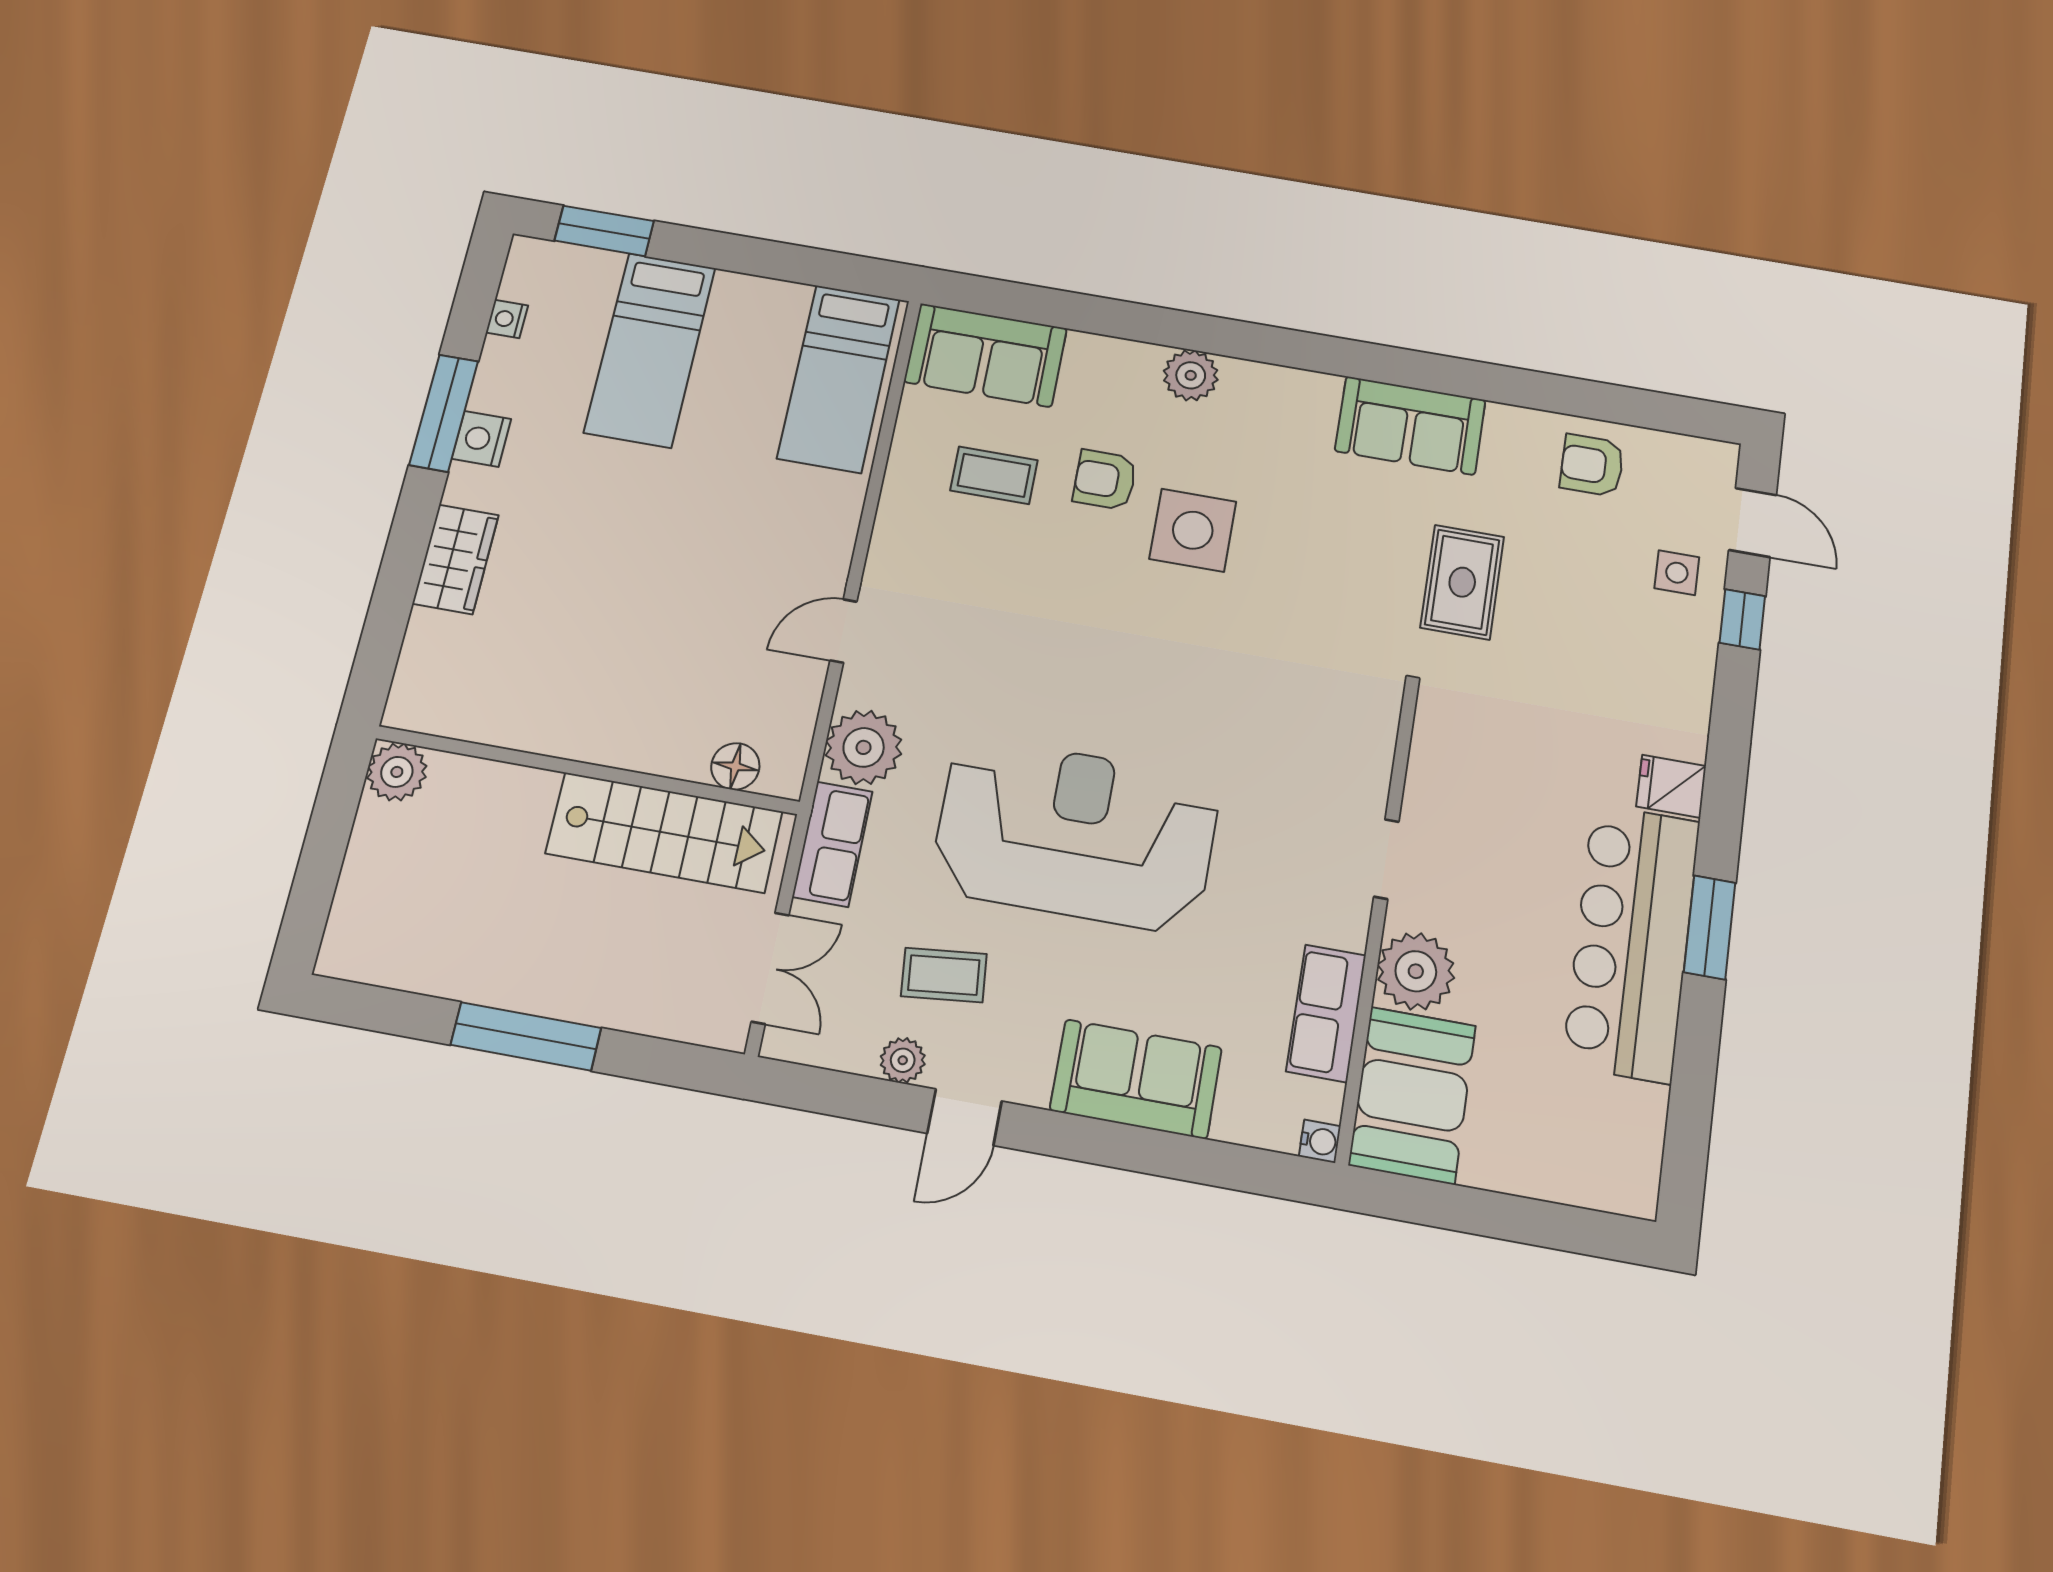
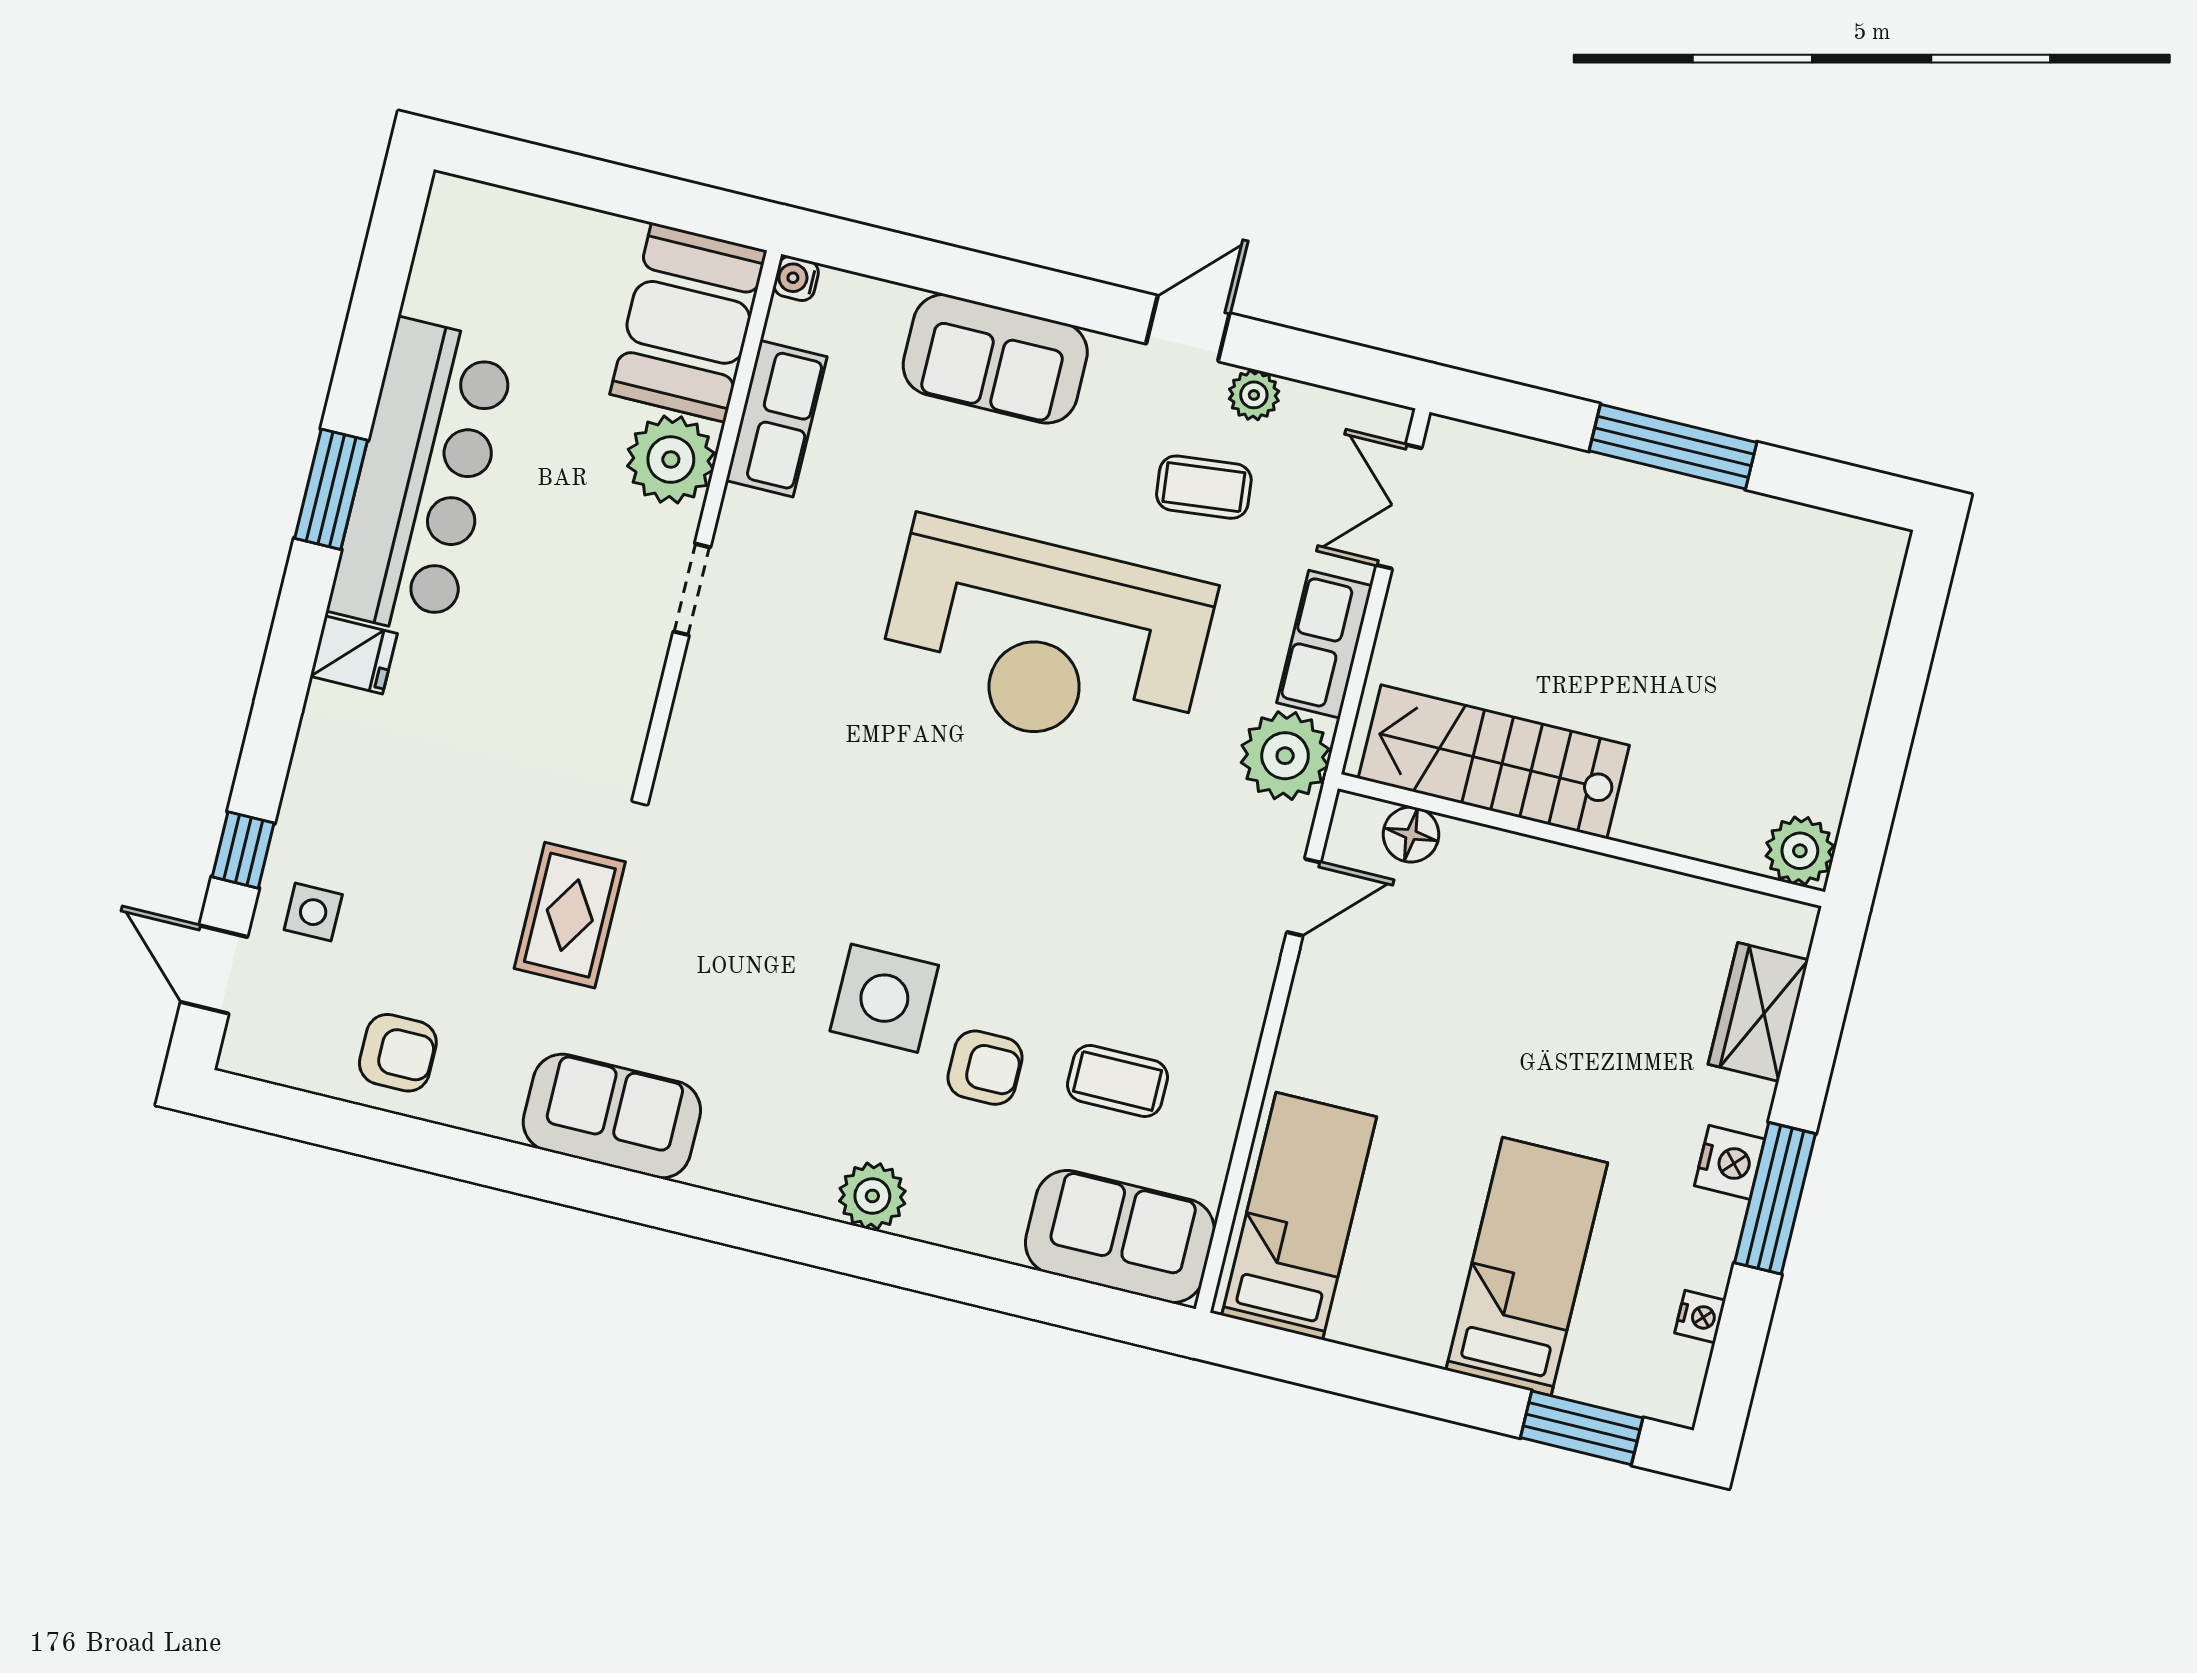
floor lamp: (735, 766) -> (1411, 834), moved
wall: (587, 770) -> (1581, 840), moved
plant: (397, 772) -> (1800, 851), moved
stairs: (664, 832) -> (1494, 762), moved

